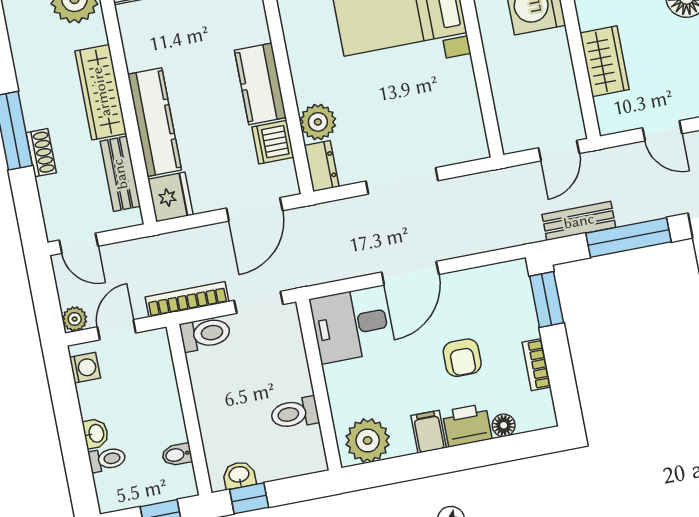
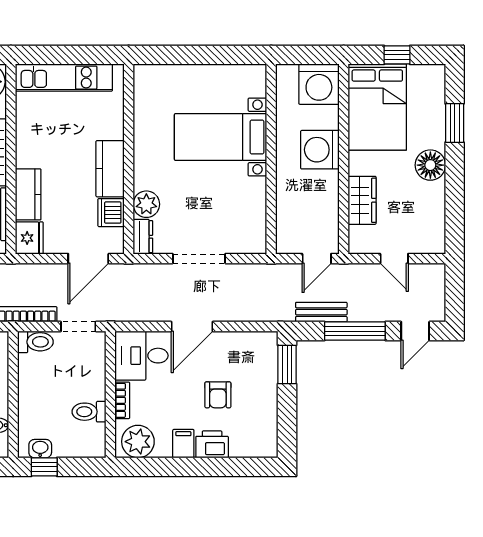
kitchen counter: (155, 122) -> (28, 194), width x0.67
bookcase: (536, 365) -> (122, 400), moved, turned 180
floor lamp: (504, 425) -> (238, 449), removed

